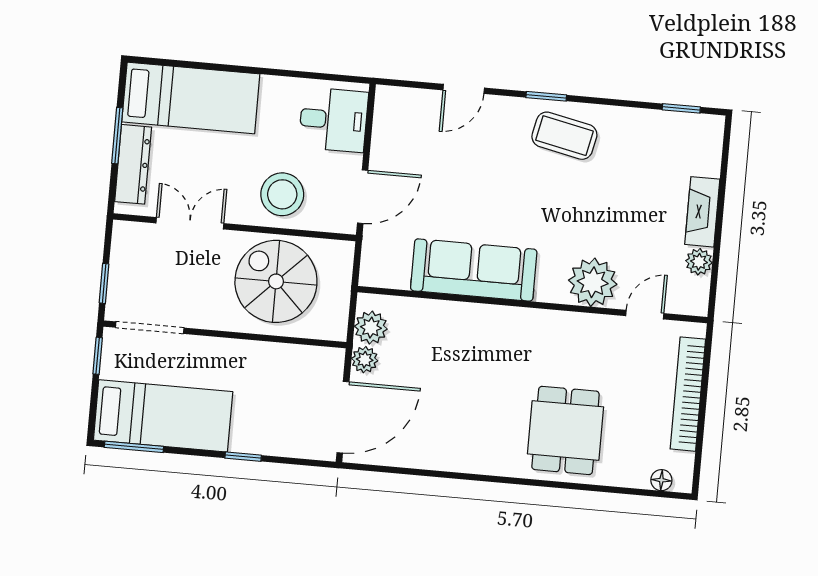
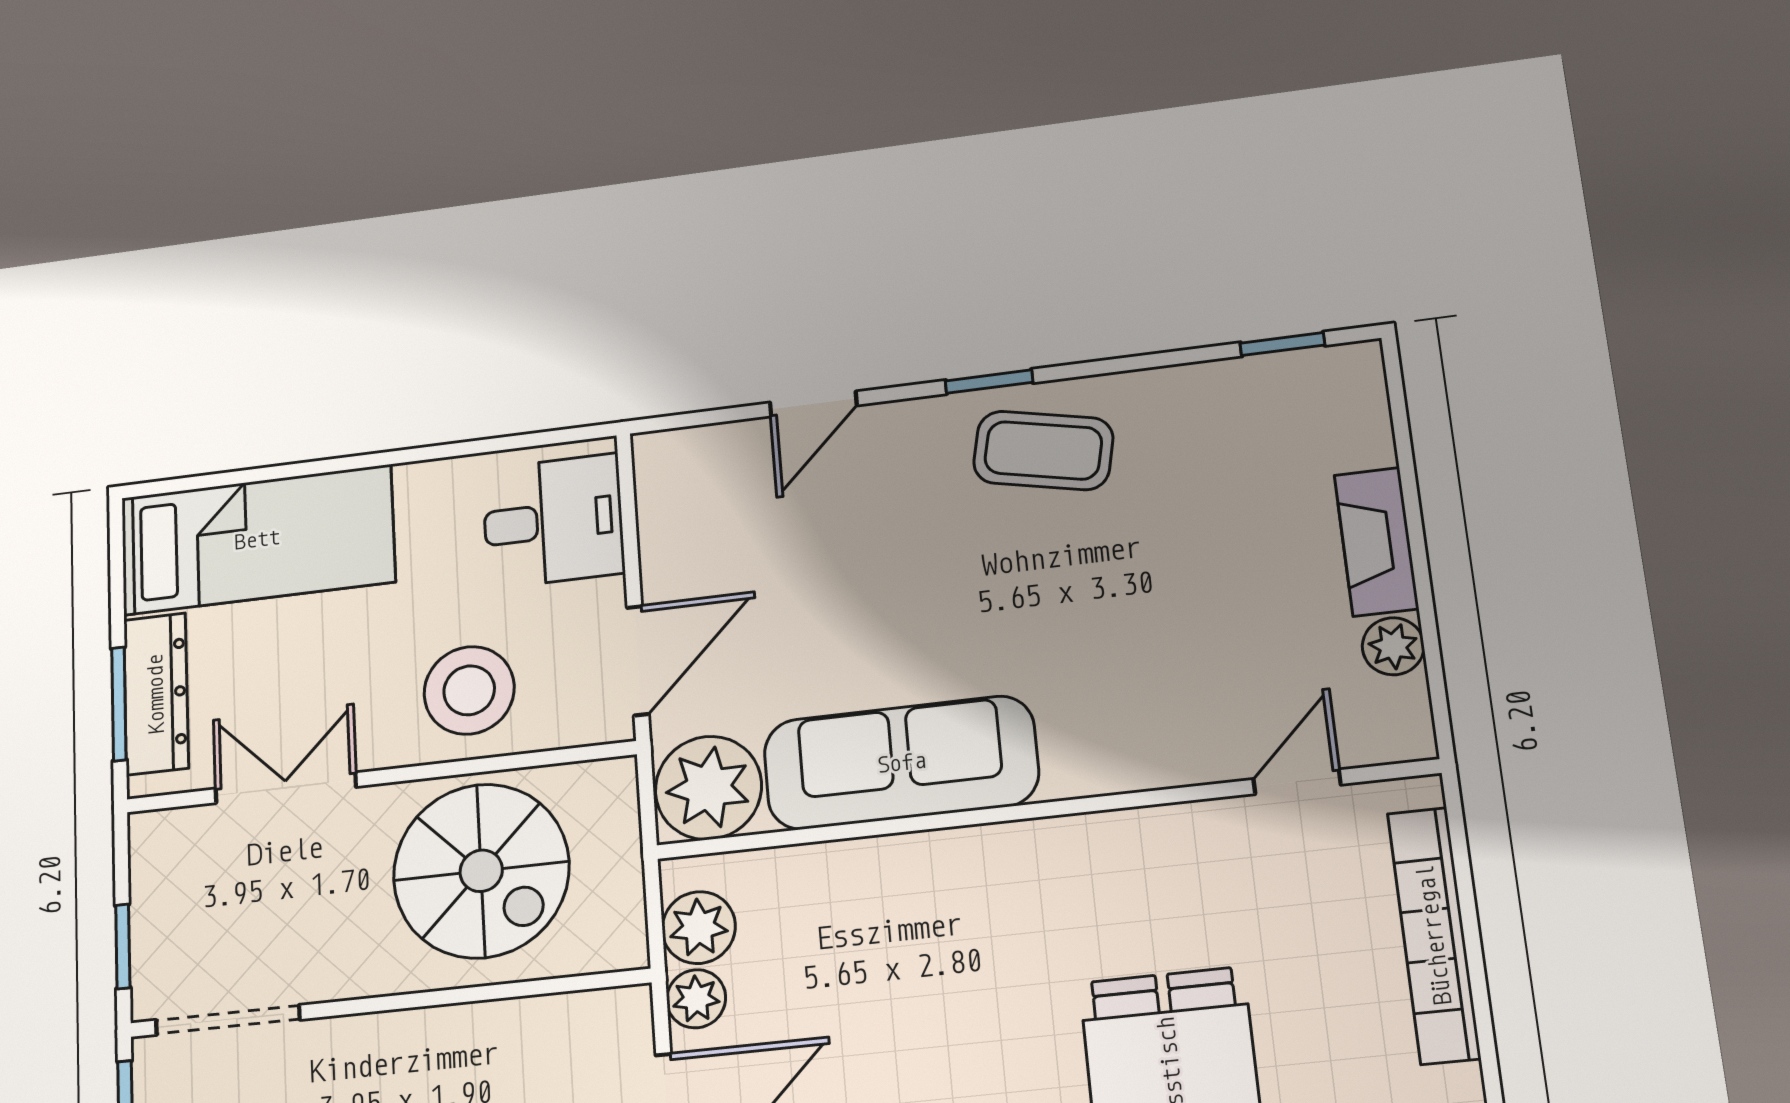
window: (117, 136) -> (119, 704), moved
spiral stairs: (276, 281) -> (481, 871), turned 180
plant: (593, 282) -> (708, 788), moved

